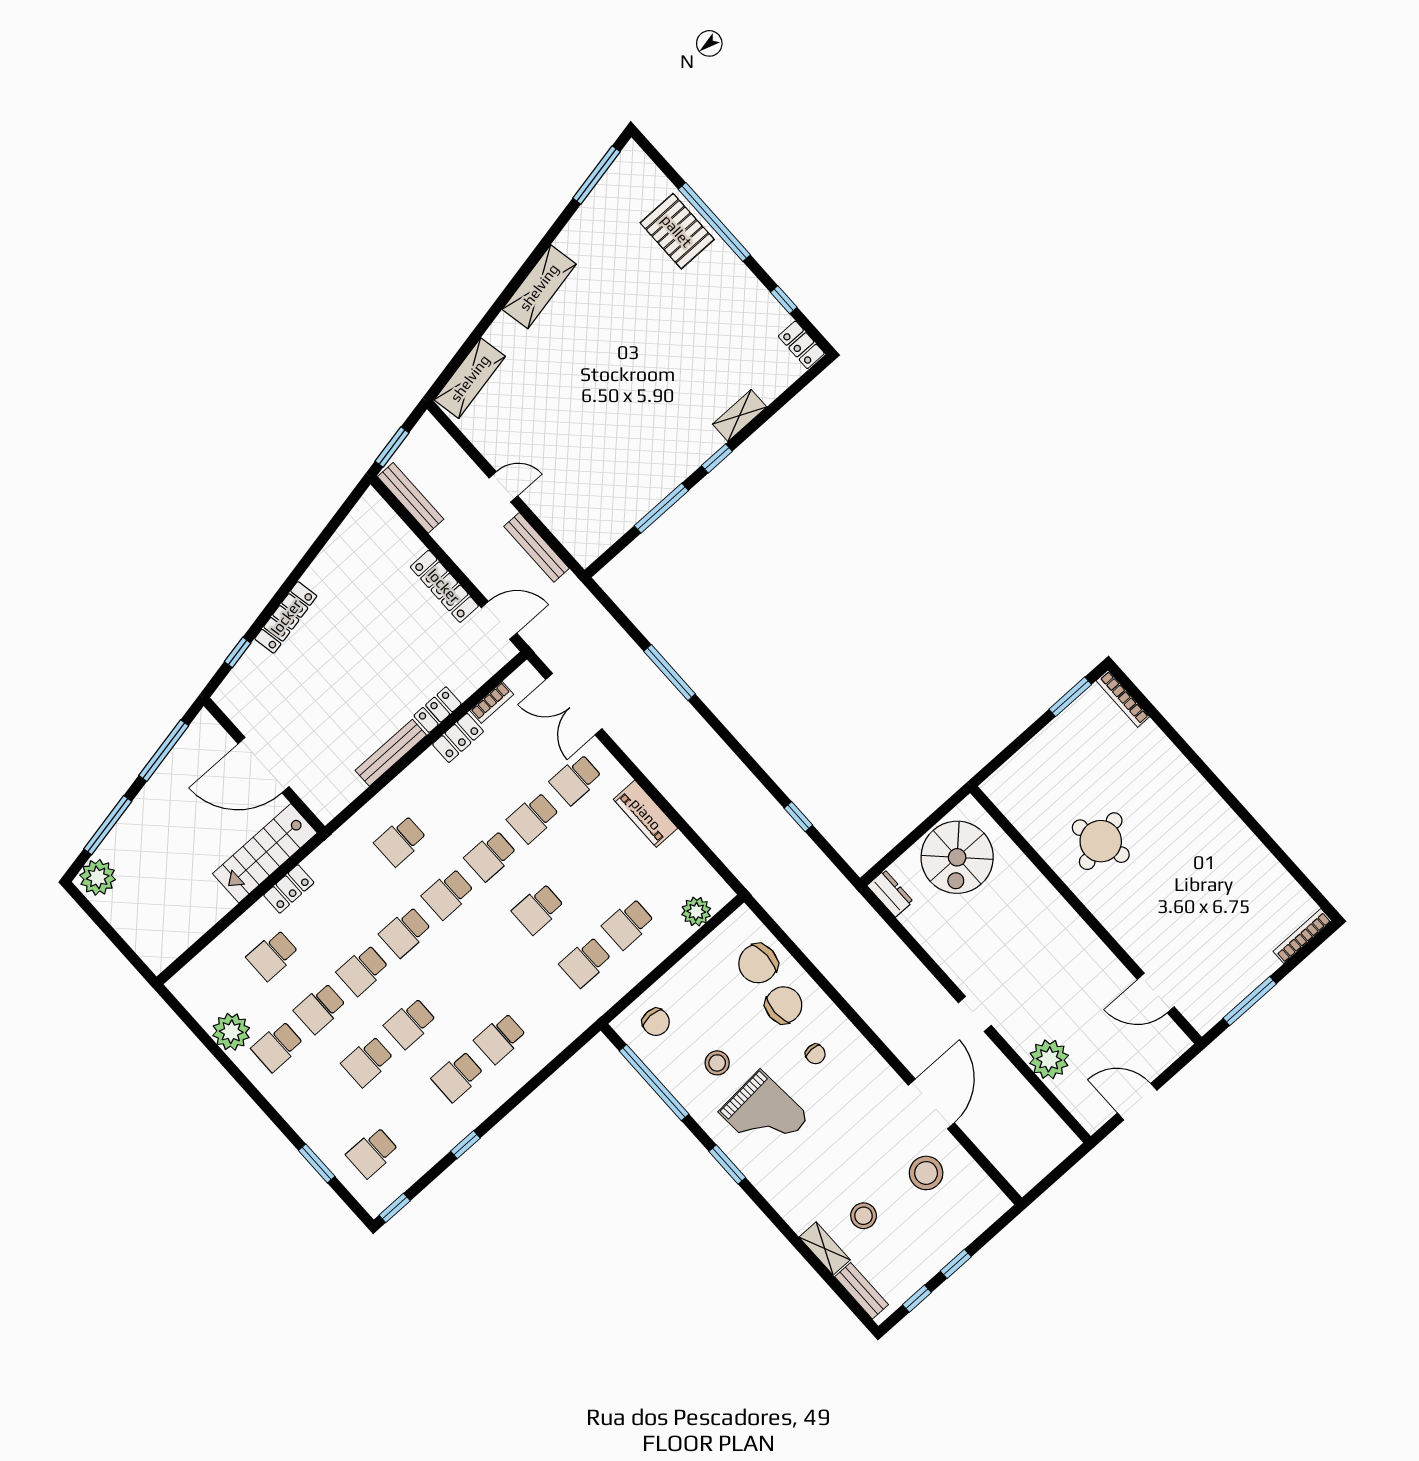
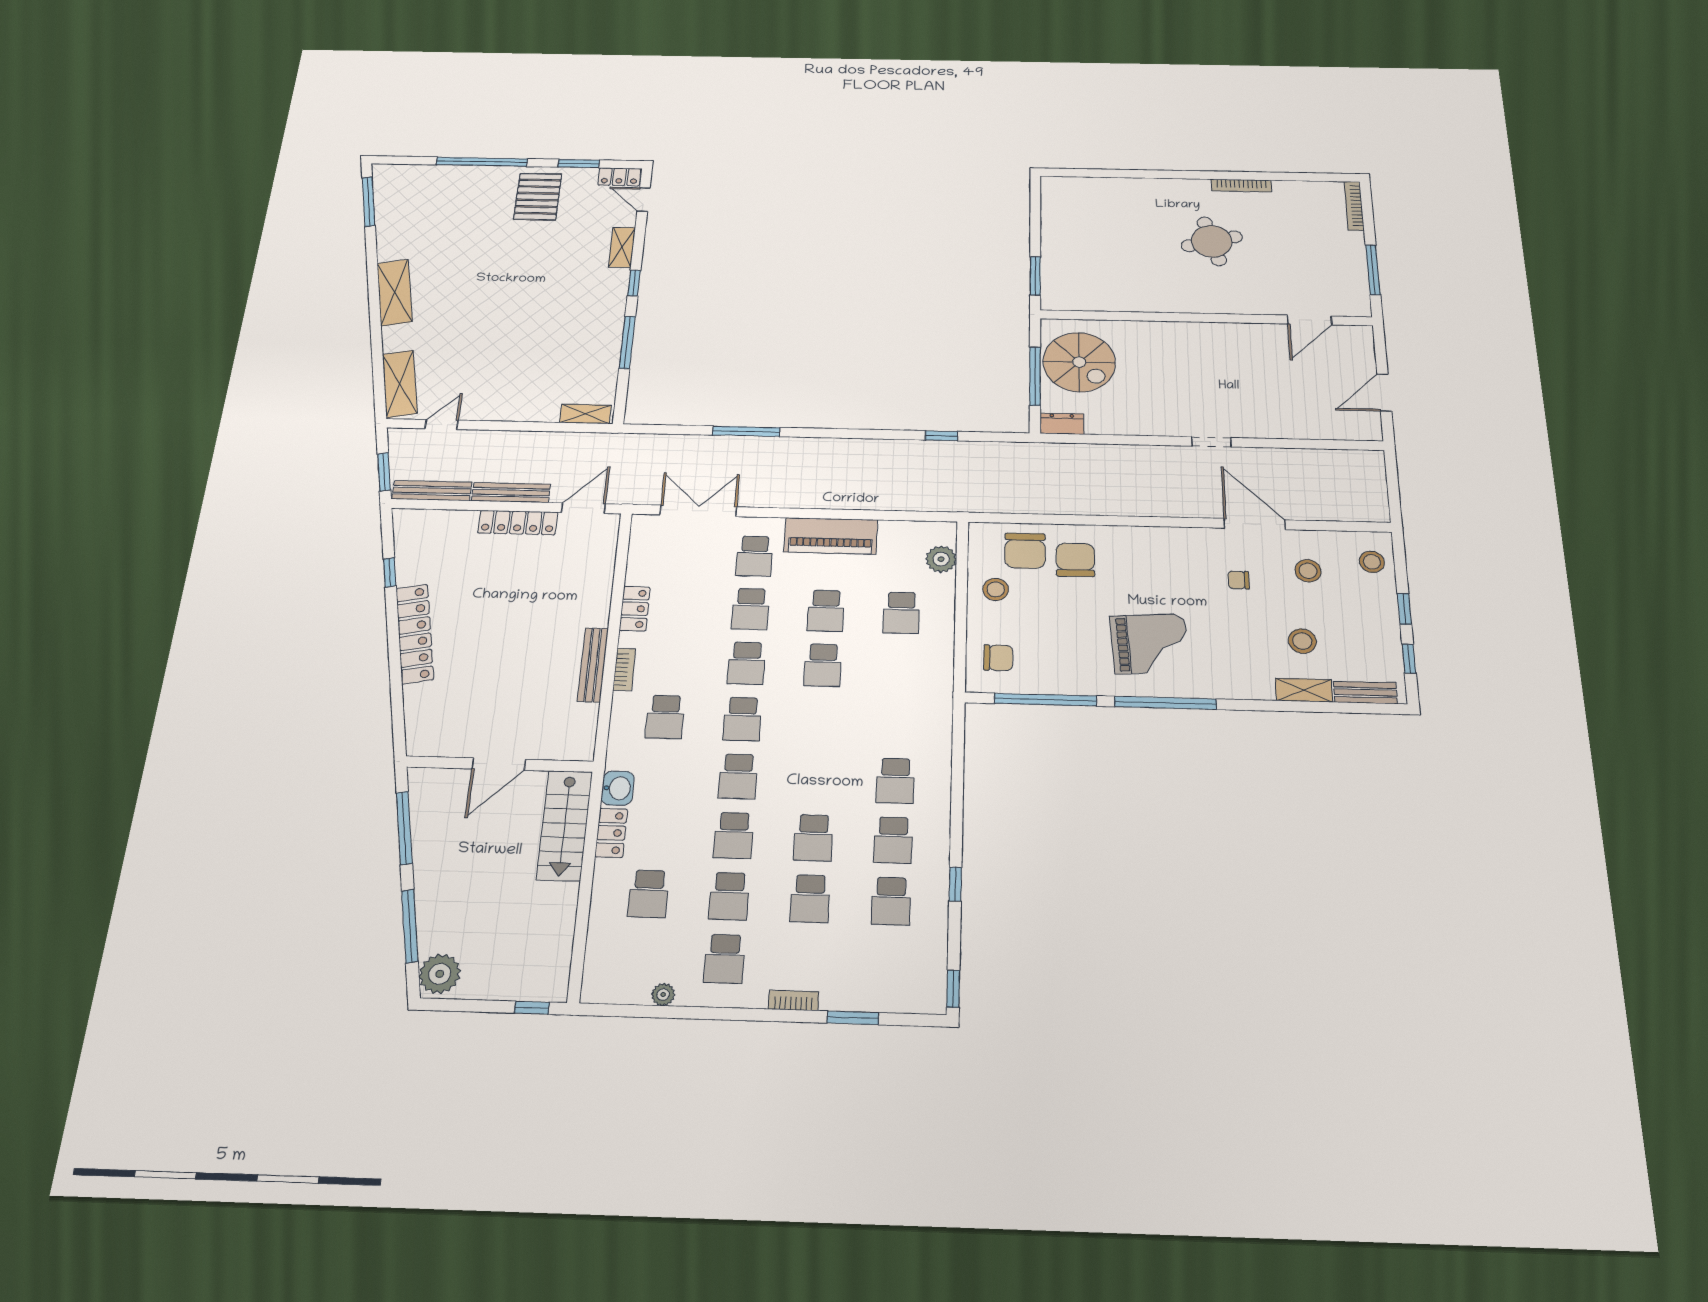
pallet: (677, 231) -> (538, 197), moved, turned 90
window: (784, 300) -> (579, 164), width x1.50
door: (798, 386) -> (644, 200), added
door: (504, 487) -> (442, 424), moved
shelving: (574, 541) -> (585, 414), added
bench: (537, 547) -> (511, 493), moved
locker: (286, 617) -> (415, 634), width x1.41, depth x1.21
window: (238, 652) -> (390, 572), moved
window: (1070, 697) -> (1035, 276), moved
bookcase: (1123, 699) -> (1241, 186), moved
bookcase: (492, 702) -> (624, 670), moved
double door: (574, 704) -> (698, 511), swing flipped
locker: (438, 710) -> (599, 604), removed
door: (264, 765) -> (499, 764), width x0.73
piano: (646, 814) -> (831, 536), width x1.37, depth x1.33
window: (914, 836) -> (1035, 376), added
round table: (1101, 841) -> (1212, 241), moved
washbasin: (322, 861) -> (618, 788), added
window: (133, 958) -> (532, 1008), added
school desk: (586, 962) -> (826, 611), moved
plant: (231, 1032) -> (663, 995), width x0.53, depth x0.53
chair: (815, 1054) -> (1239, 580), moved, turned 180
plant: (1049, 1059) -> (1295, 422), removed
stool: (717, 1063) -> (996, 589), moved
bookcase: (293, 1116) -> (794, 1000), added
school desk: (372, 1153) -> (891, 901), moved
window: (727, 1165) -> (1165, 703), width x2.11
stool: (926, 1173) -> (1308, 571), width x0.73, depth x0.73
stool: (975, 1211) -> (1372, 562), added

